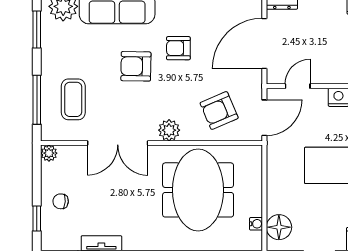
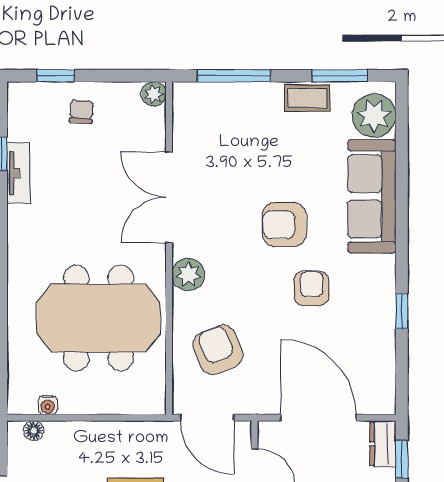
armchair: (136, 66) -> (284, 225), turned -91
coffee table: (73, 99) -> (307, 98), moved, width x0.73, depth x0.77
floor lamp: (279, 227) -> (34, 431), width x0.53, depth x0.53

